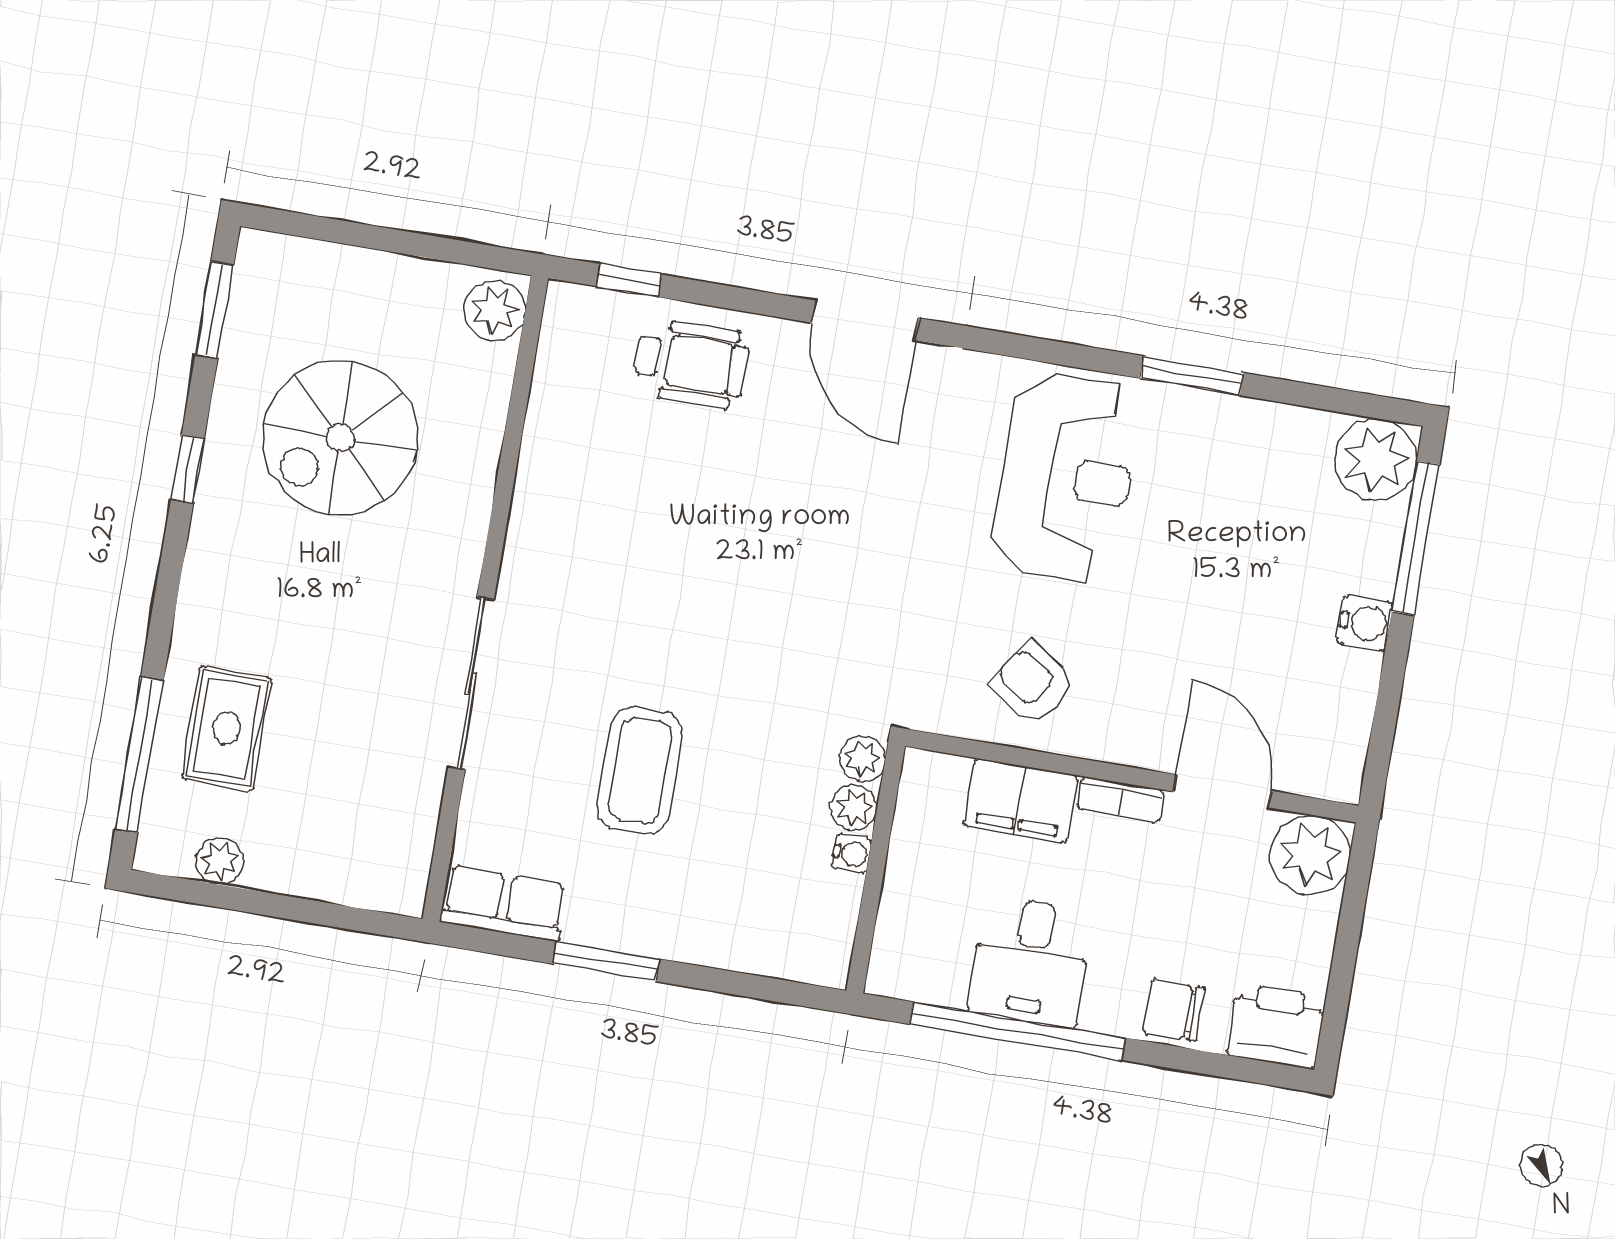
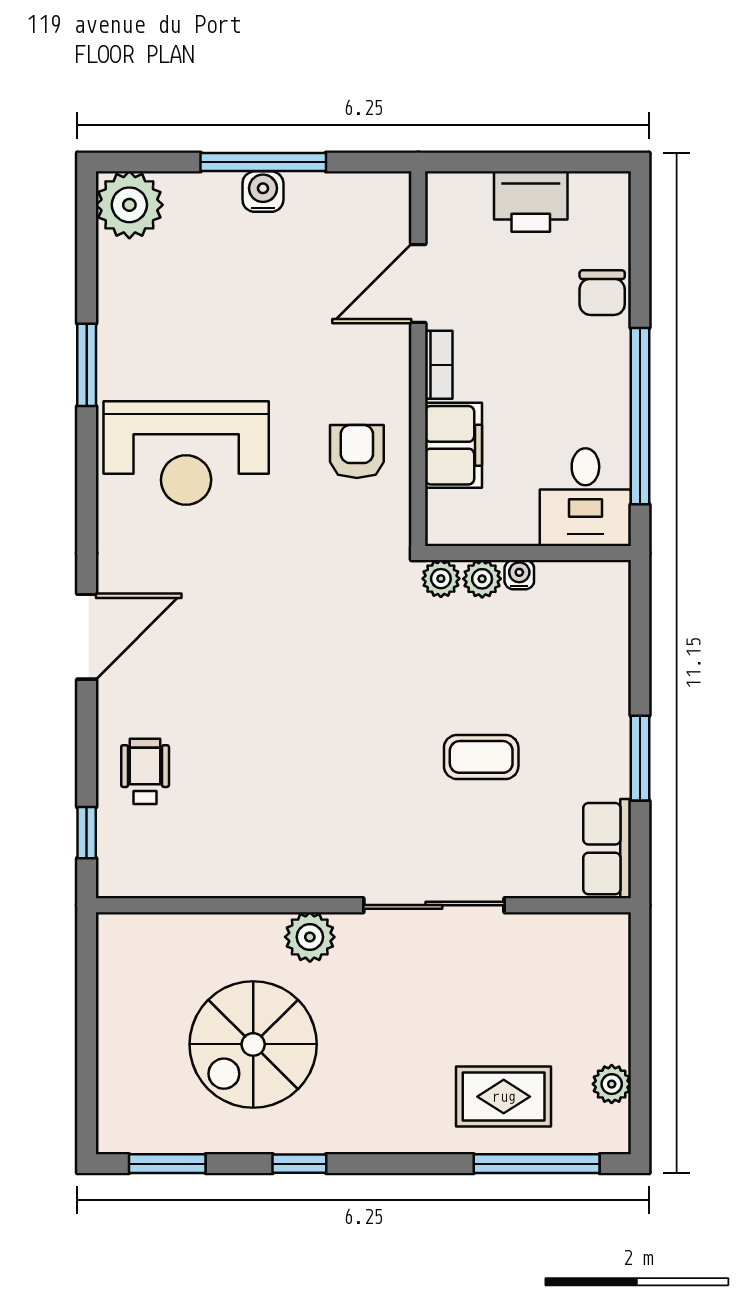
plant: (495, 310) -> (310, 937), moved
wheelchair: (691, 363) -> (145, 771), width x0.73, depth x0.73
spiral stairs: (340, 438) -> (253, 1044), turned 90
reception desk: (1066, 477) -> (186, 453), turned 180
window: (1416, 538) -> (263, 162), moved
armchair: (1033, 683) -> (357, 451), turned 146
coffee table: (640, 771) -> (481, 757), width x0.73, depth x0.77
plant: (1310, 855) -> (458, 204), removed
desk: (1031, 961) -> (585, 497), moved, turned 90
printer: (1276, 1026) -> (531, 202), moved, turned -90

